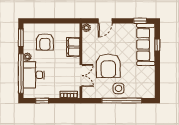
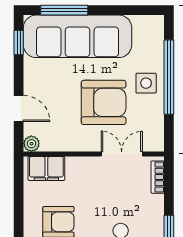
sofa: (146, 44) -> (78, 36), width x1.36, depth x1.27
window: (157, 45) -> (64, 10), width x2.17
filing cabinet: (73, 47) -> (46, 168), moved

